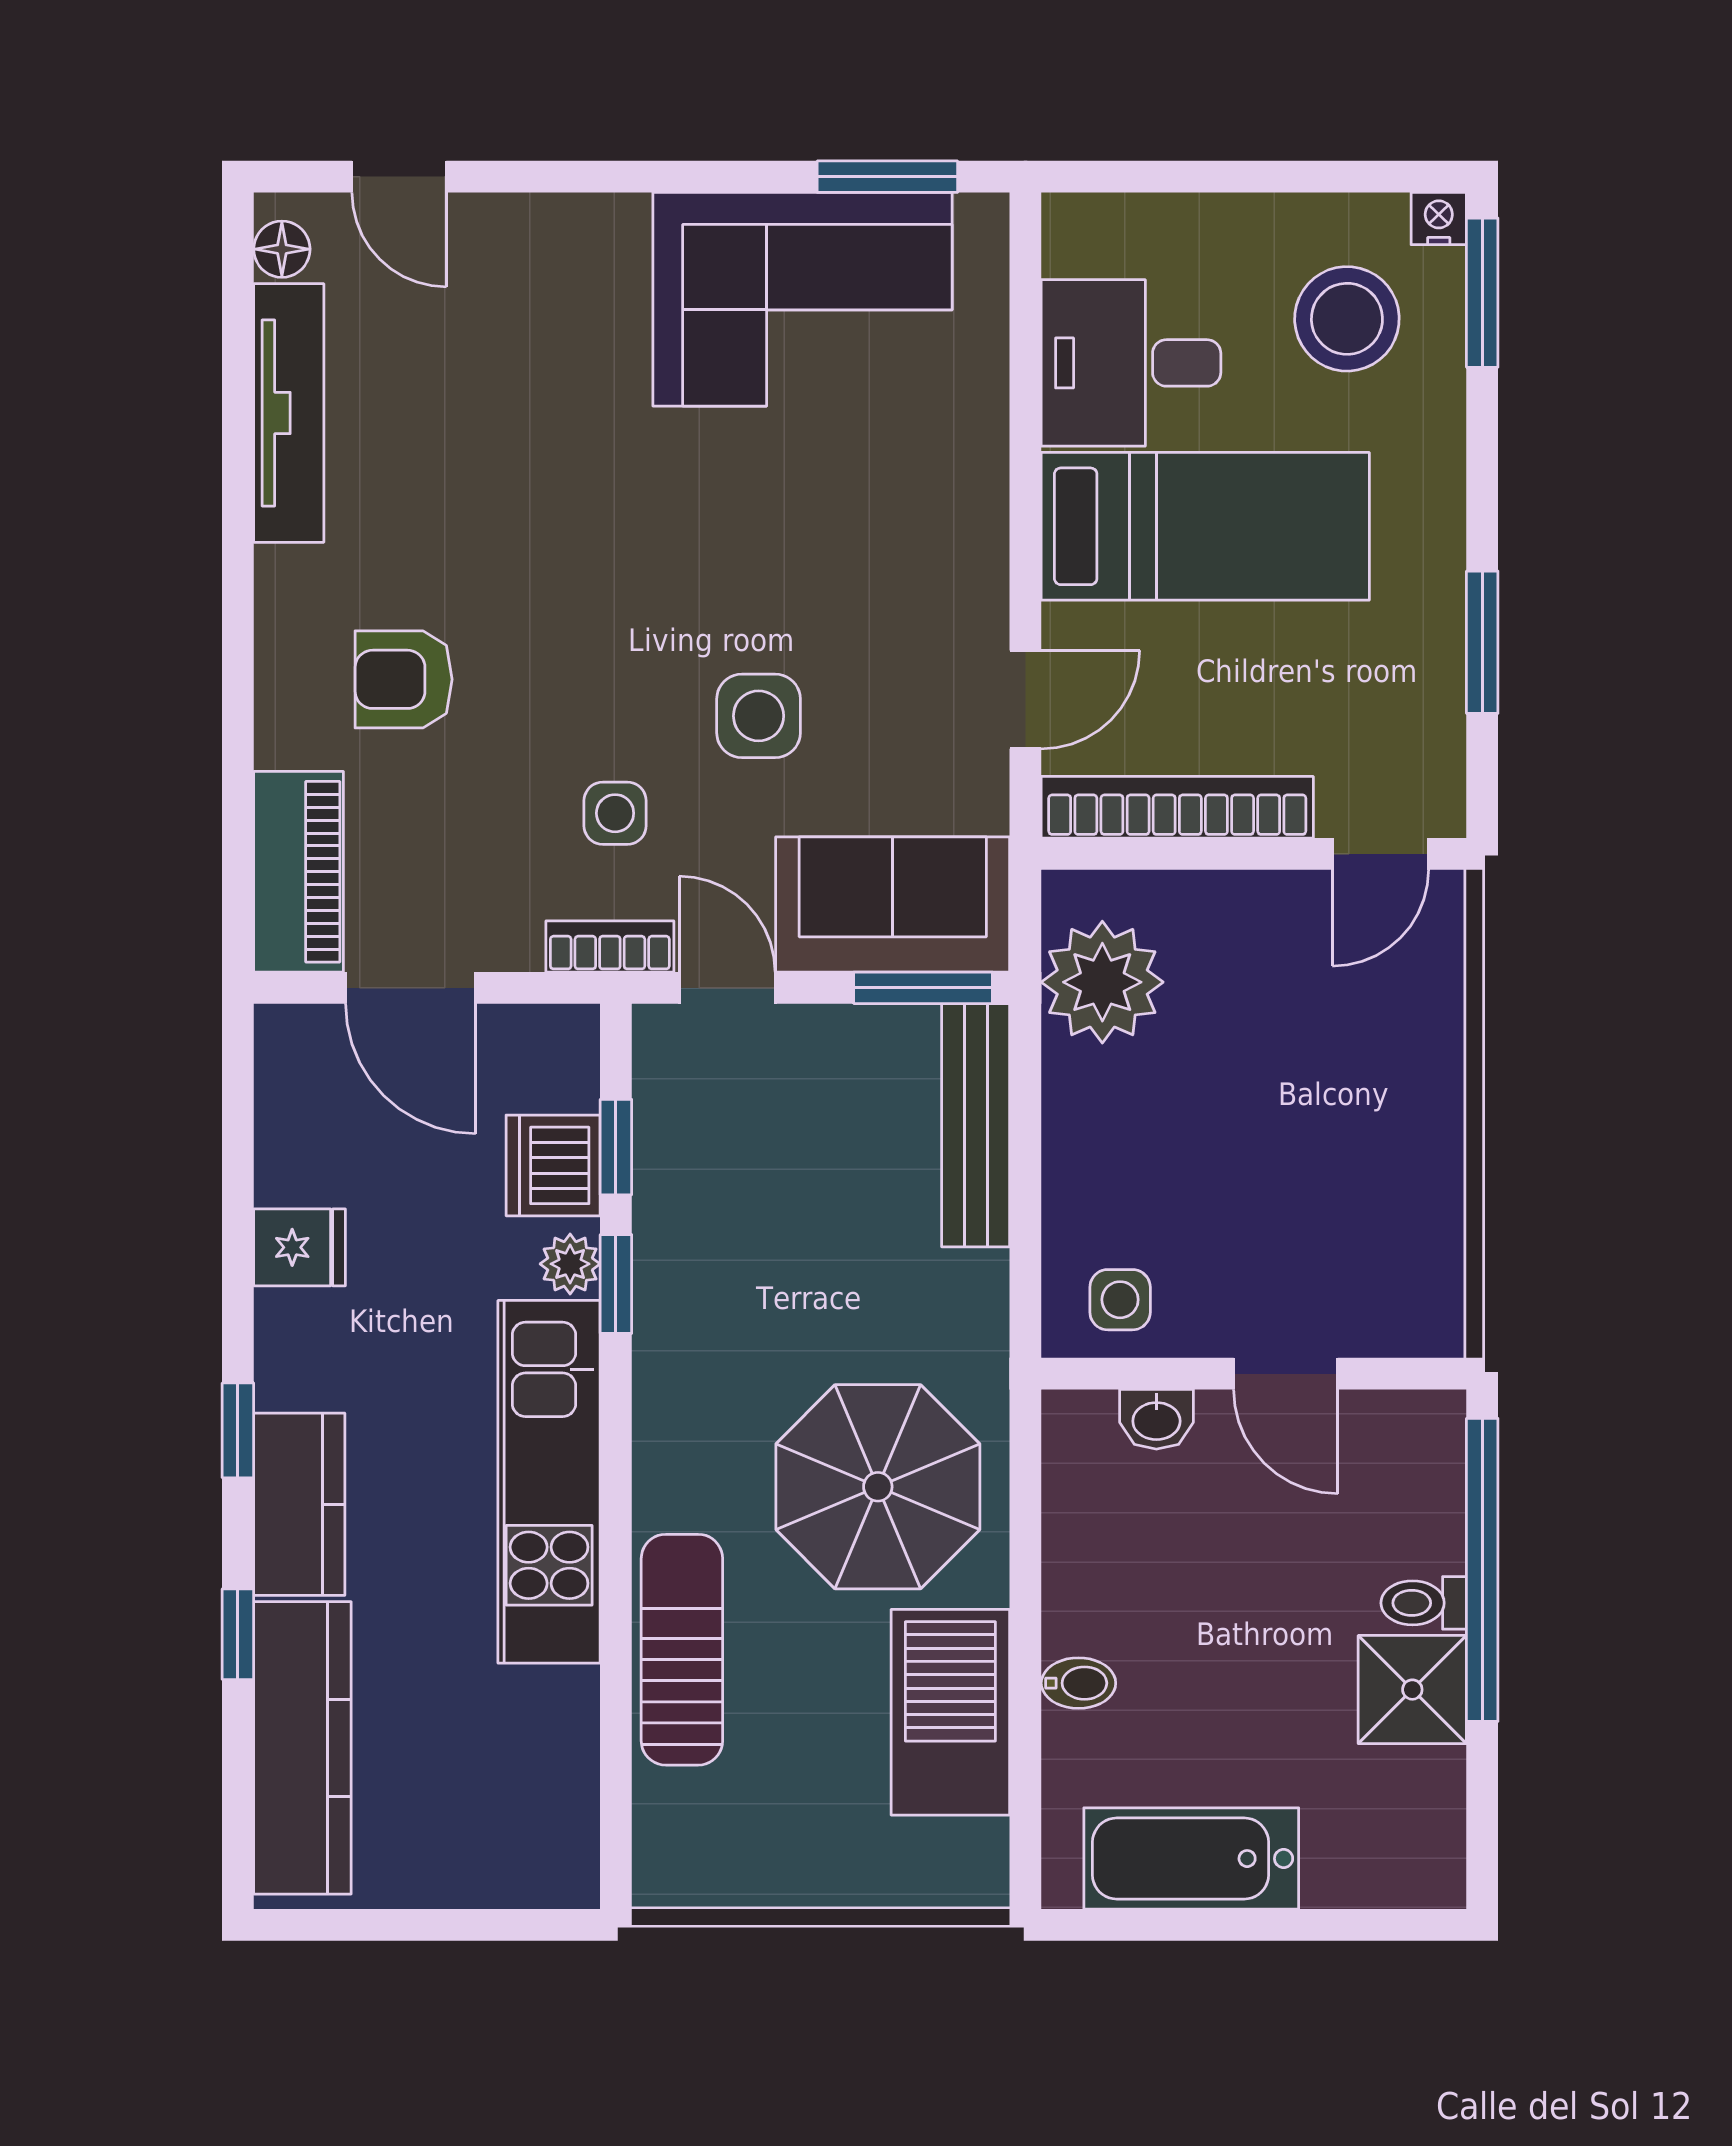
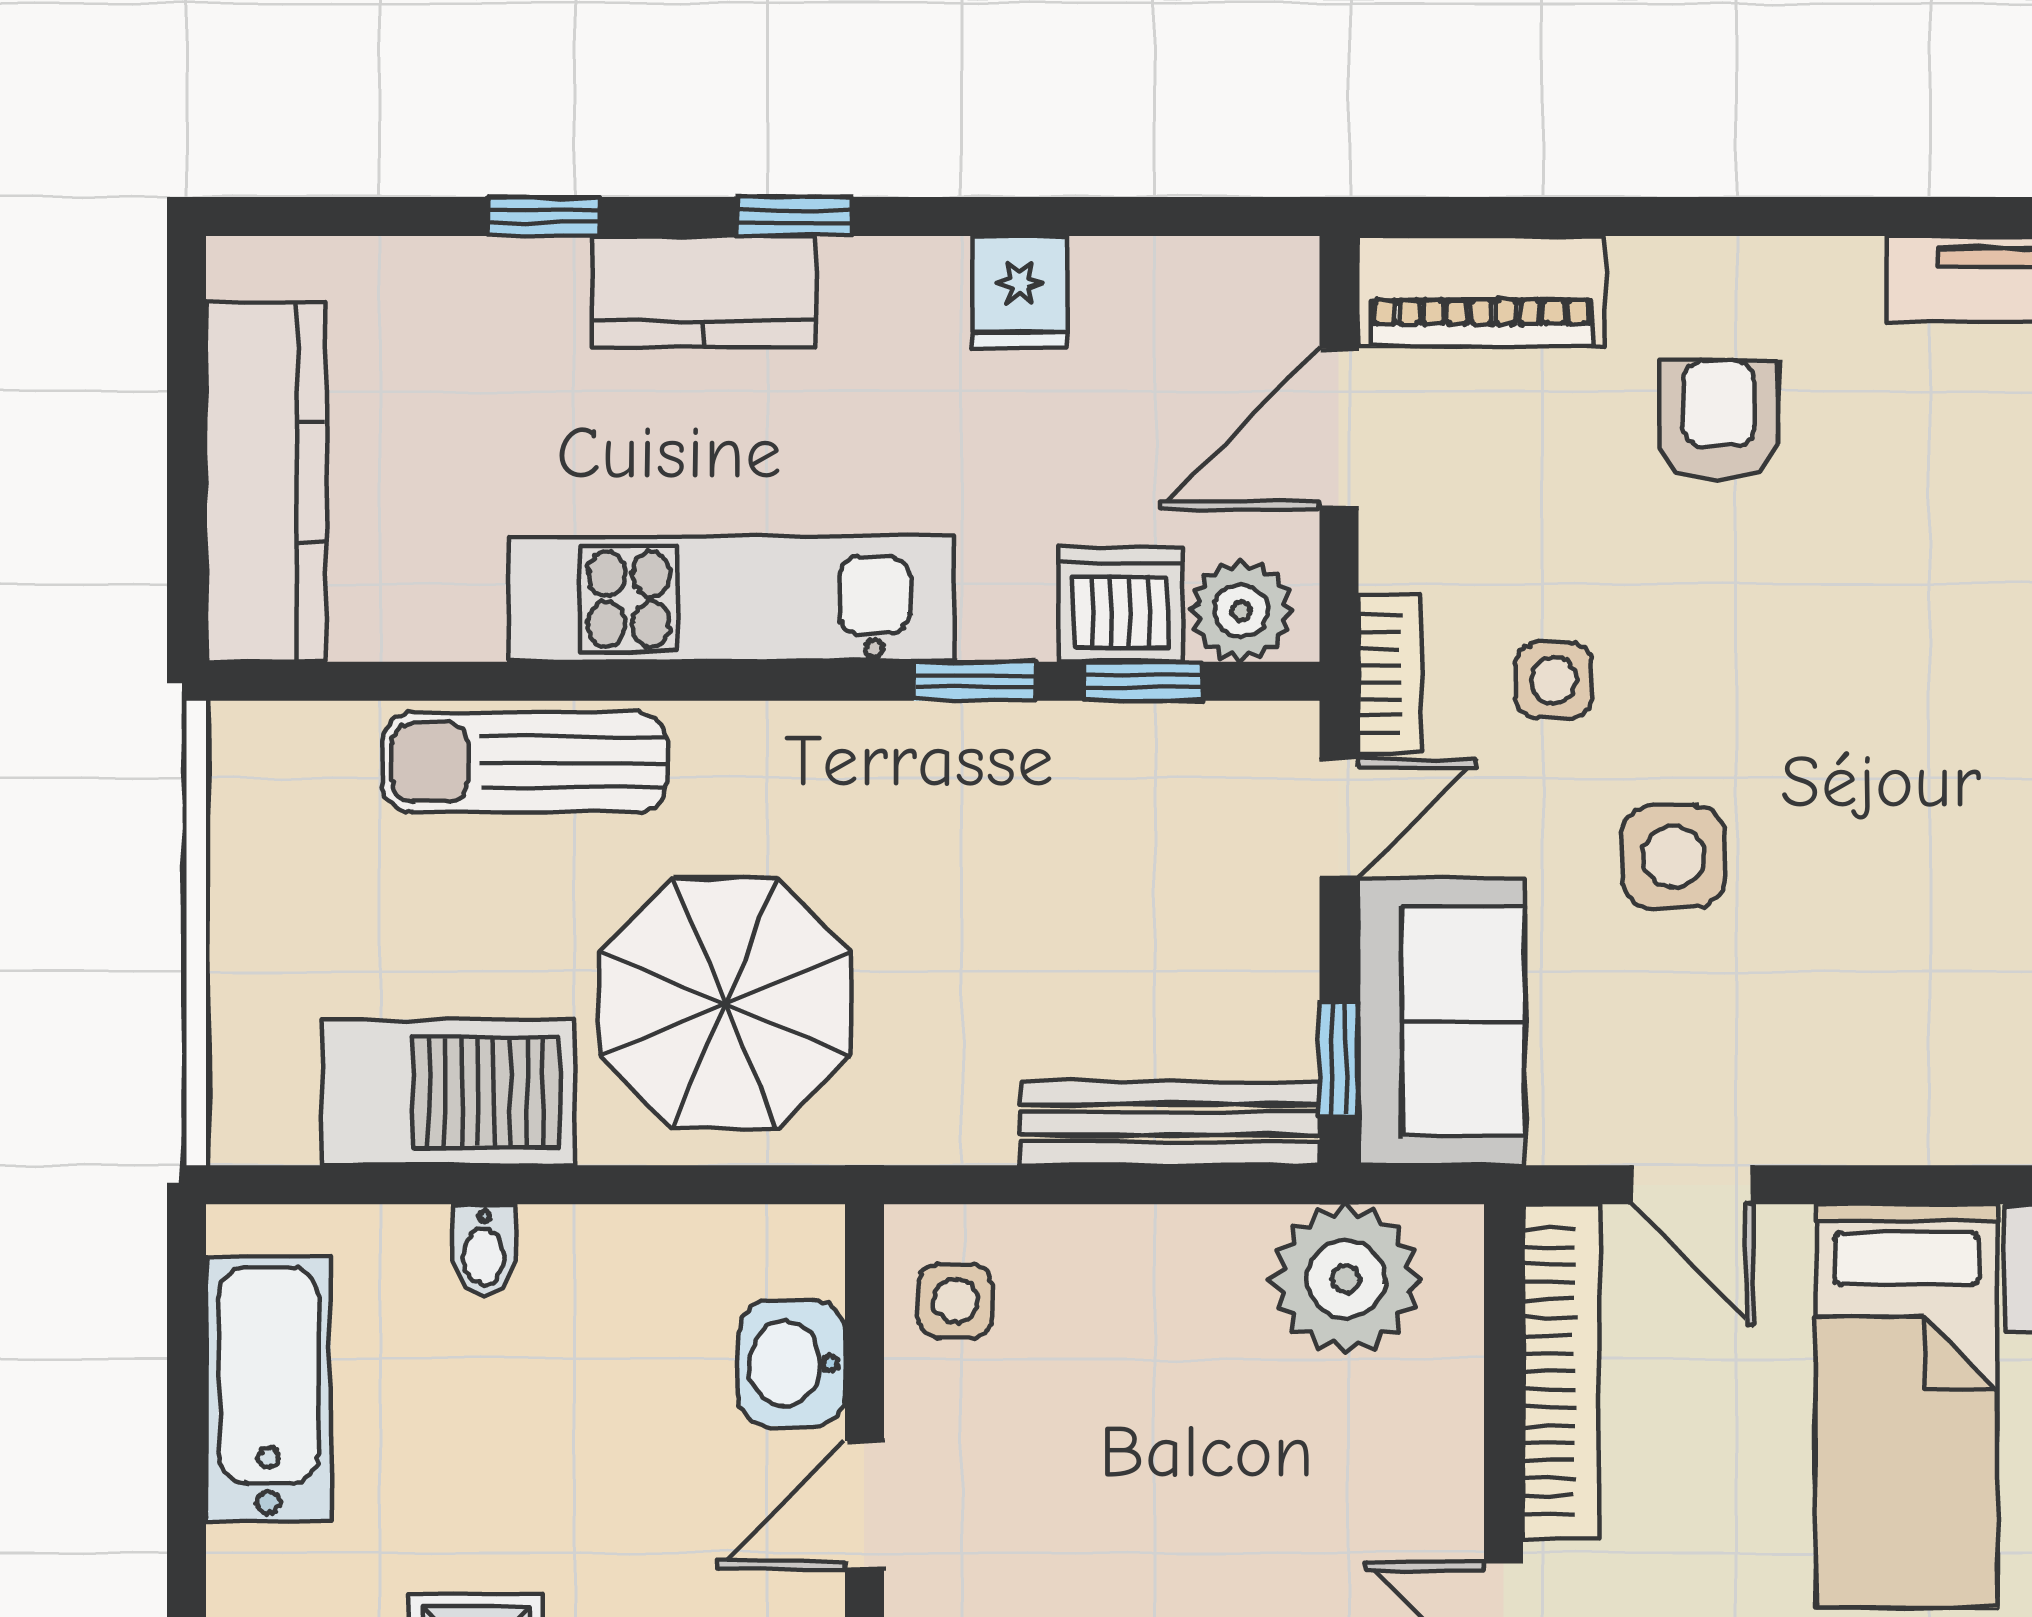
window: (923, 988) -> (1339, 1059), width x0.67
plant: (570, 1264) -> (1241, 611), moved, width x1.38, depth x1.38
washbasin: (1156, 1419) -> (792, 1363), width x1.38, depth x1.45
sun lounger: (682, 1650) -> (525, 762), turned 180
kitchen counter: (302, 1748) -> (266, 482), moved, turned -90

